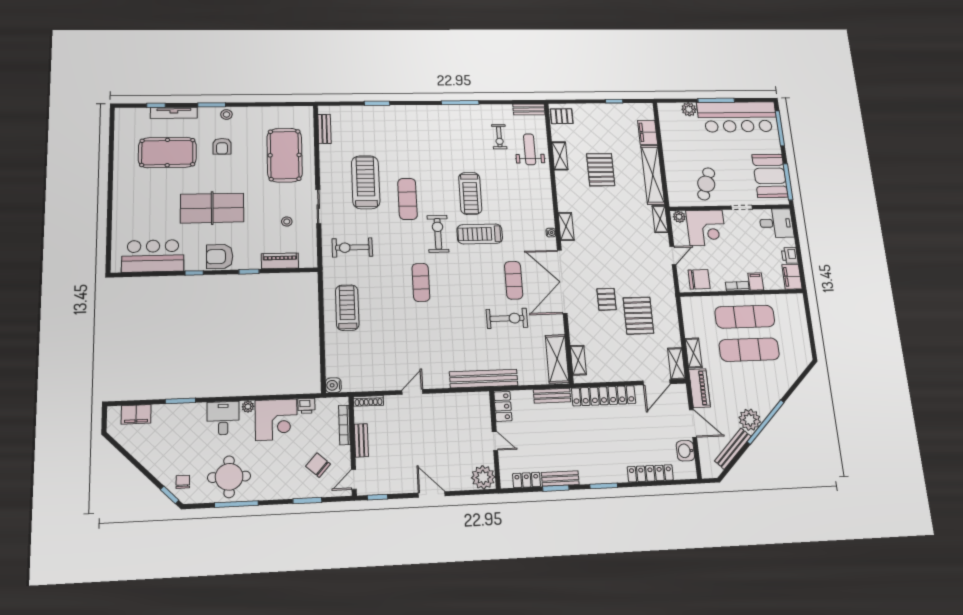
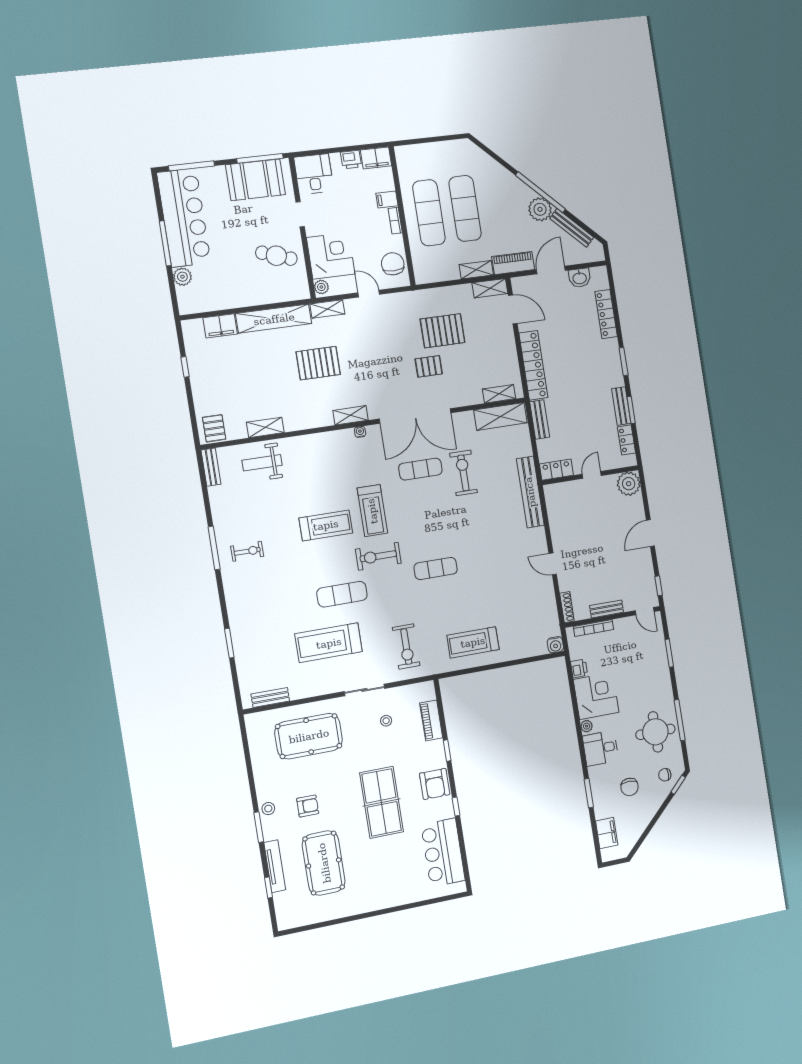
exercise bike: (499, 137) -> (247, 551), moved
pallet: (601, 170) -> (318, 363), moved
chair: (318, 465) -> (630, 787), moved, turned -42

